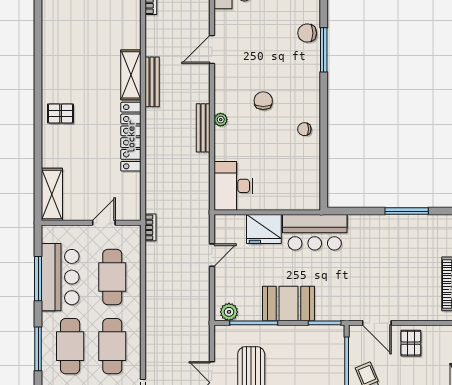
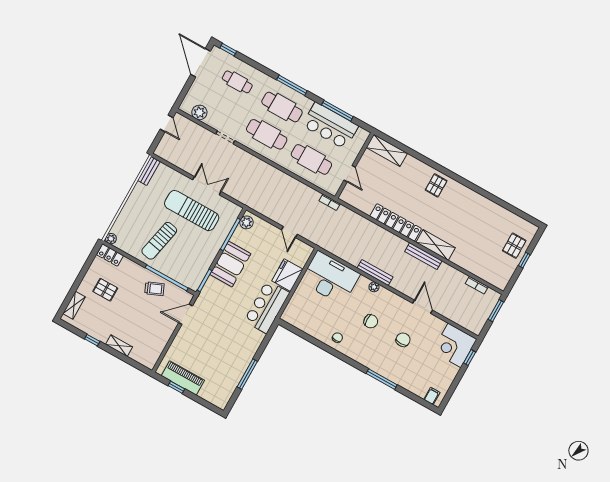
chair: (307, 33) -> (403, 340), moved
desk: (233, 186) -> (330, 278), width x1.36, depth x1.30
pallet: (411, 343) -> (160, 329), removed

